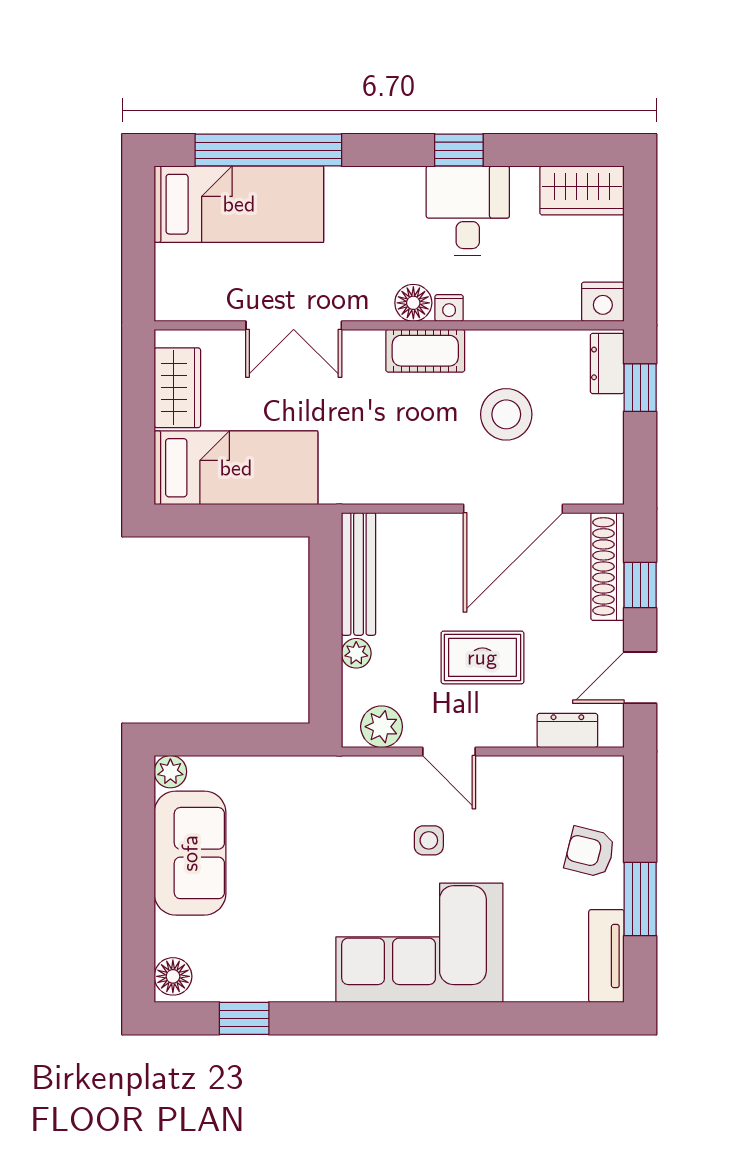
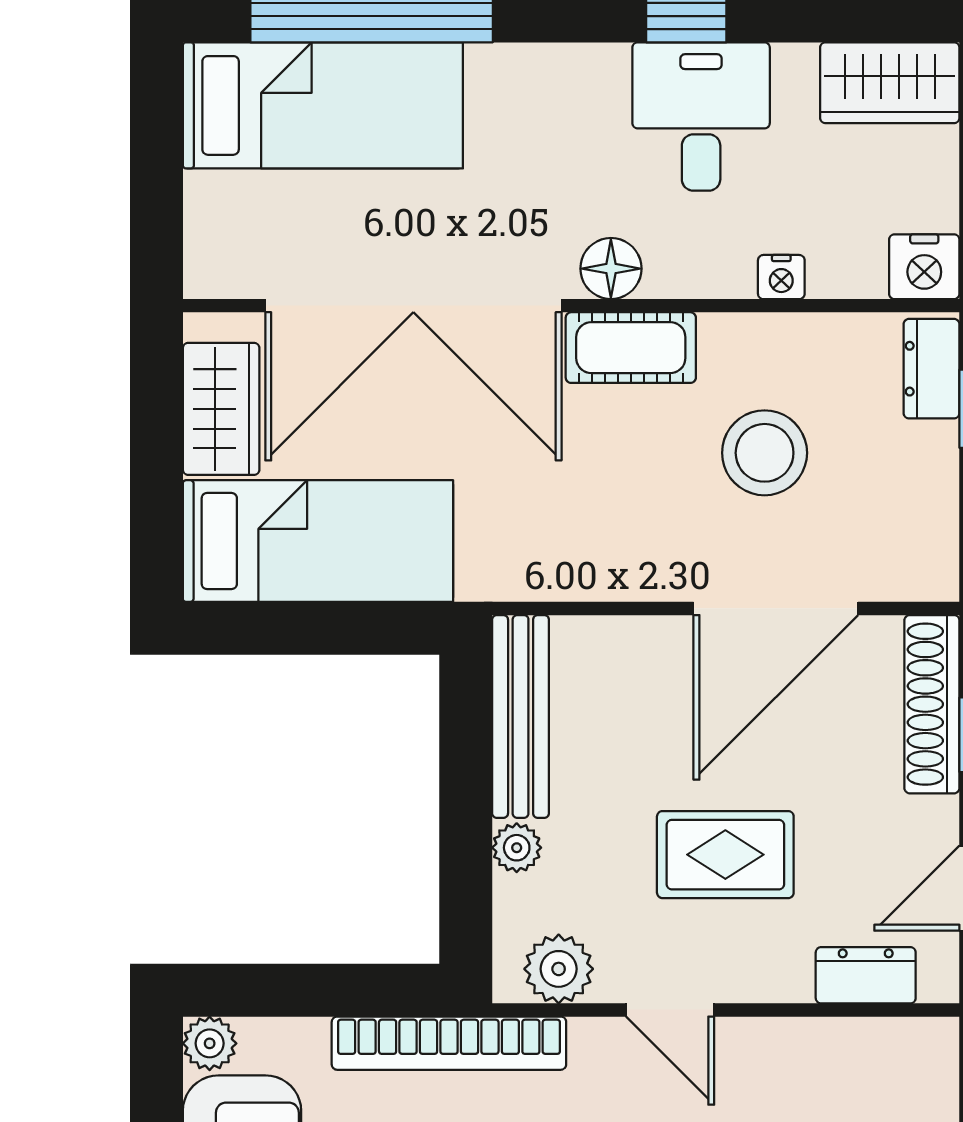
nightstand: (449, 308) -> (781, 277), moved
double door: (294, 325) -> (413, 306), width x1.87
bookcase: (315, 772) -> (449, 1043), added

